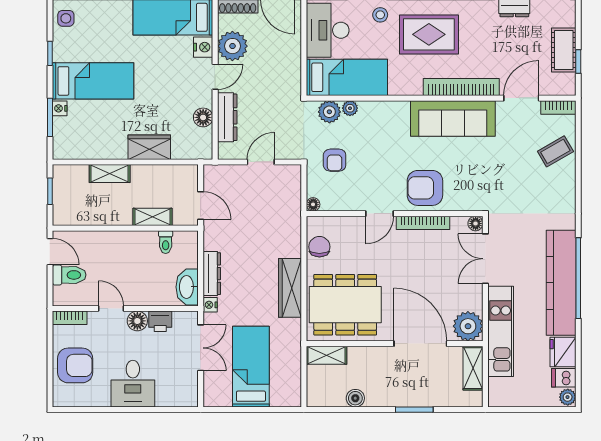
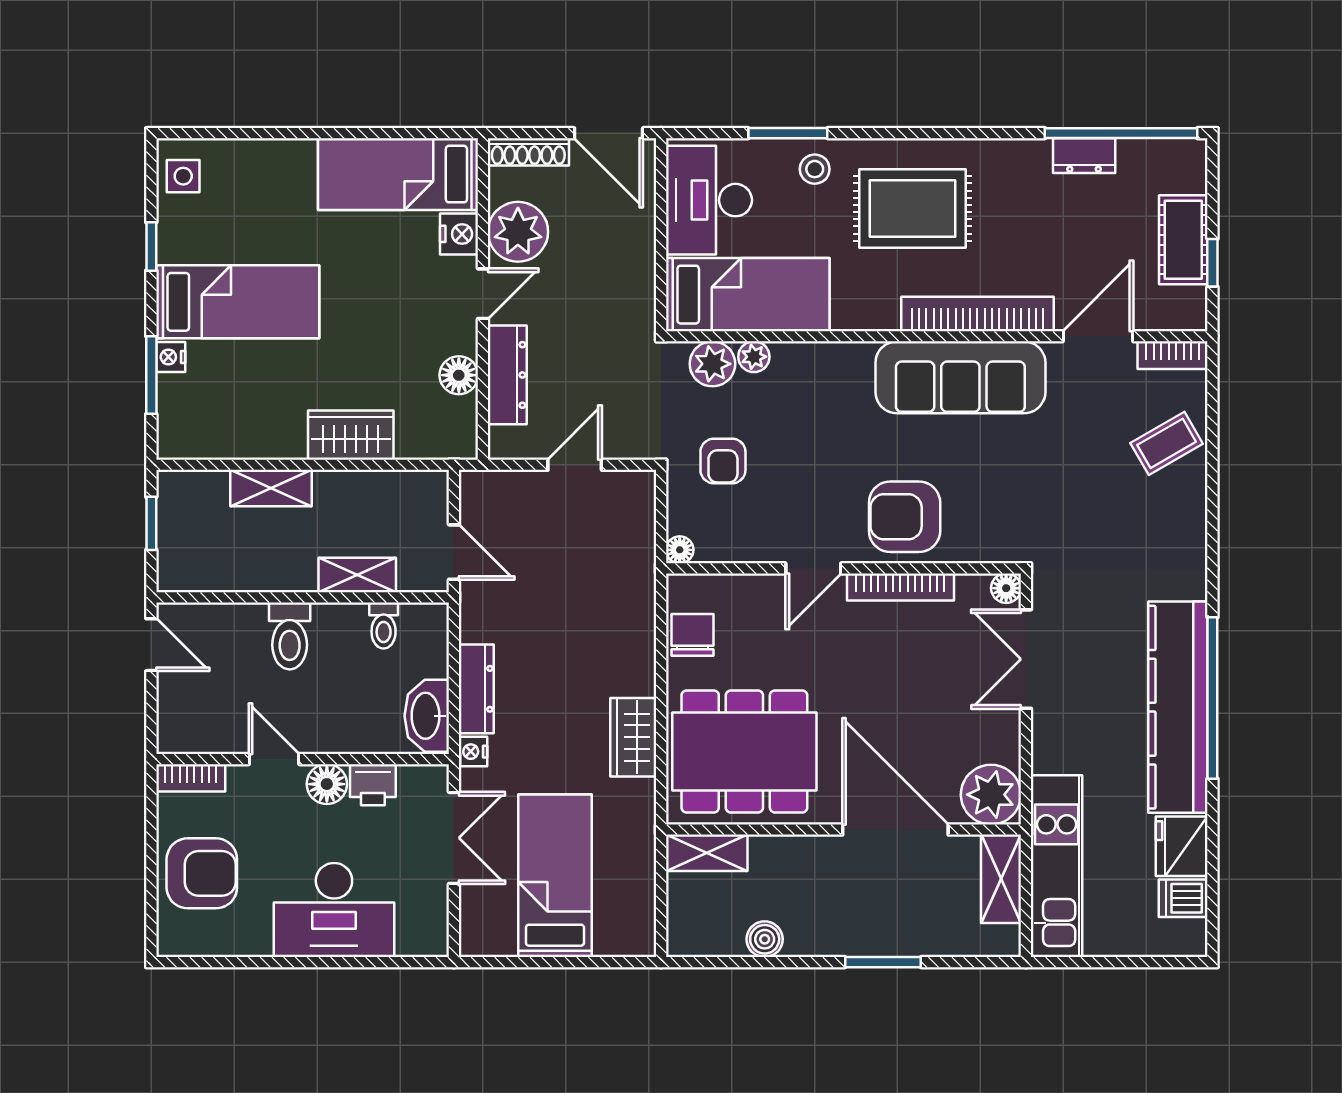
toilet: (69, 275) -> (290, 636), moved, turned 90
wardrobe: (290, 288) -> (633, 737), width x0.67
kitchen unit: (501, 331) -> (1057, 866), moved
desk: (133, 384) -> (334, 910), width x1.37
plant: (568, 397) -> (1191, 937), removed

